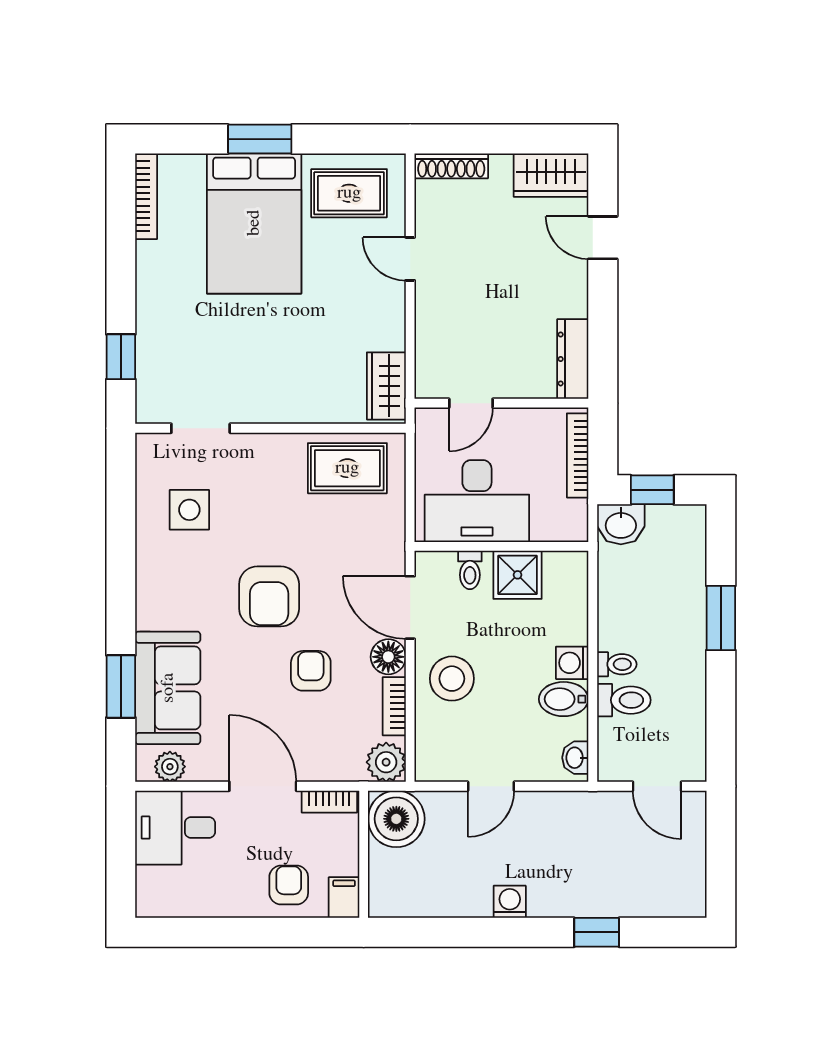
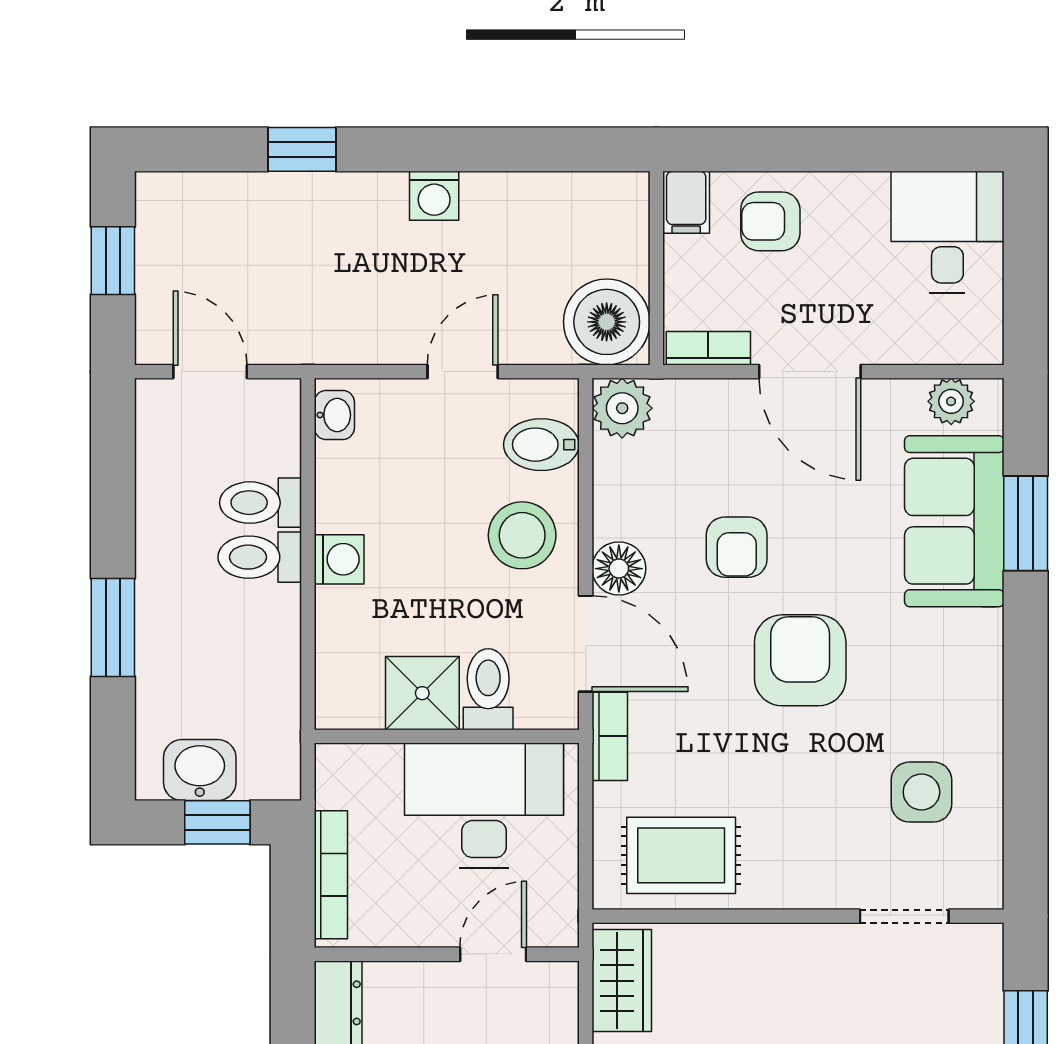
washbasin: (621, 524) -> (200, 770), moved
toilet: (470, 570) -> (488, 689), width x1.37, depth x1.39
toilet: (617, 664) -> (260, 557), width x1.37, depth x1.39
bidet: (564, 699) -> (541, 445), moved, turned 180
bookcase: (394, 706) -> (610, 736), moved
desk: (175, 828) -> (947, 232), moved, turned -90
window: (721, 859) -> (113, 261), added
armchair: (289, 885) -> (770, 221), turned 90

